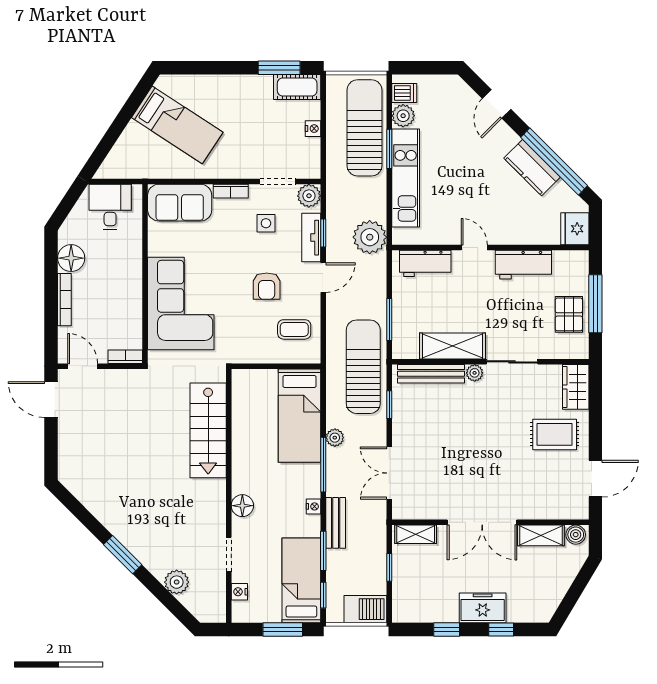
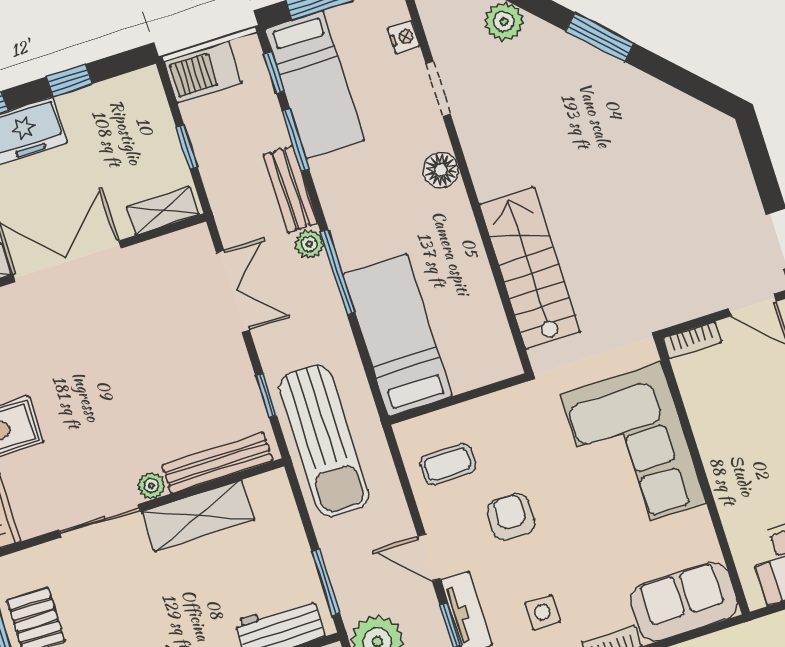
door: (323, 278) -> (429, 557), hinge flipped
window: (389, 319) -> (326, 582), moved
plant: (335, 438) -> (309, 244), moved
nightstand: (313, 506) -> (332, 203), removed

